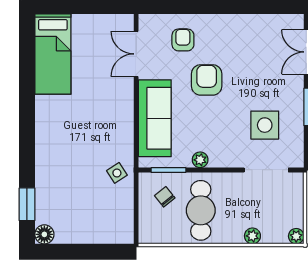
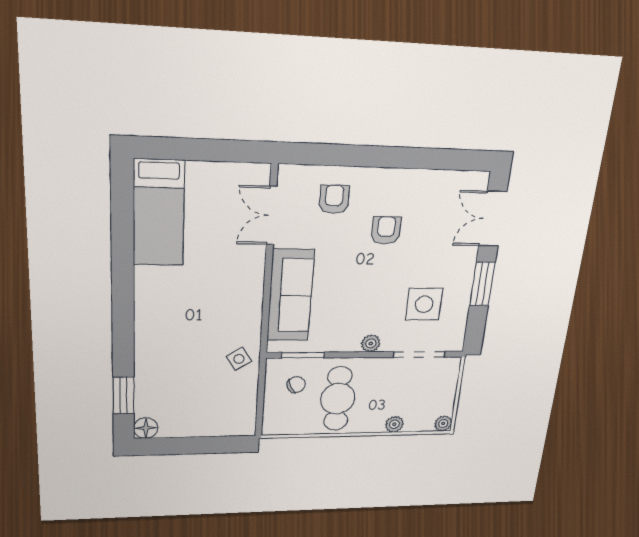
armchair: (207, 80) -> (386, 230), moved, width x0.72, depth x0.72
plant: (200, 160) -> (371, 343), moved
chair: (165, 197) -> (296, 385), turned 104

